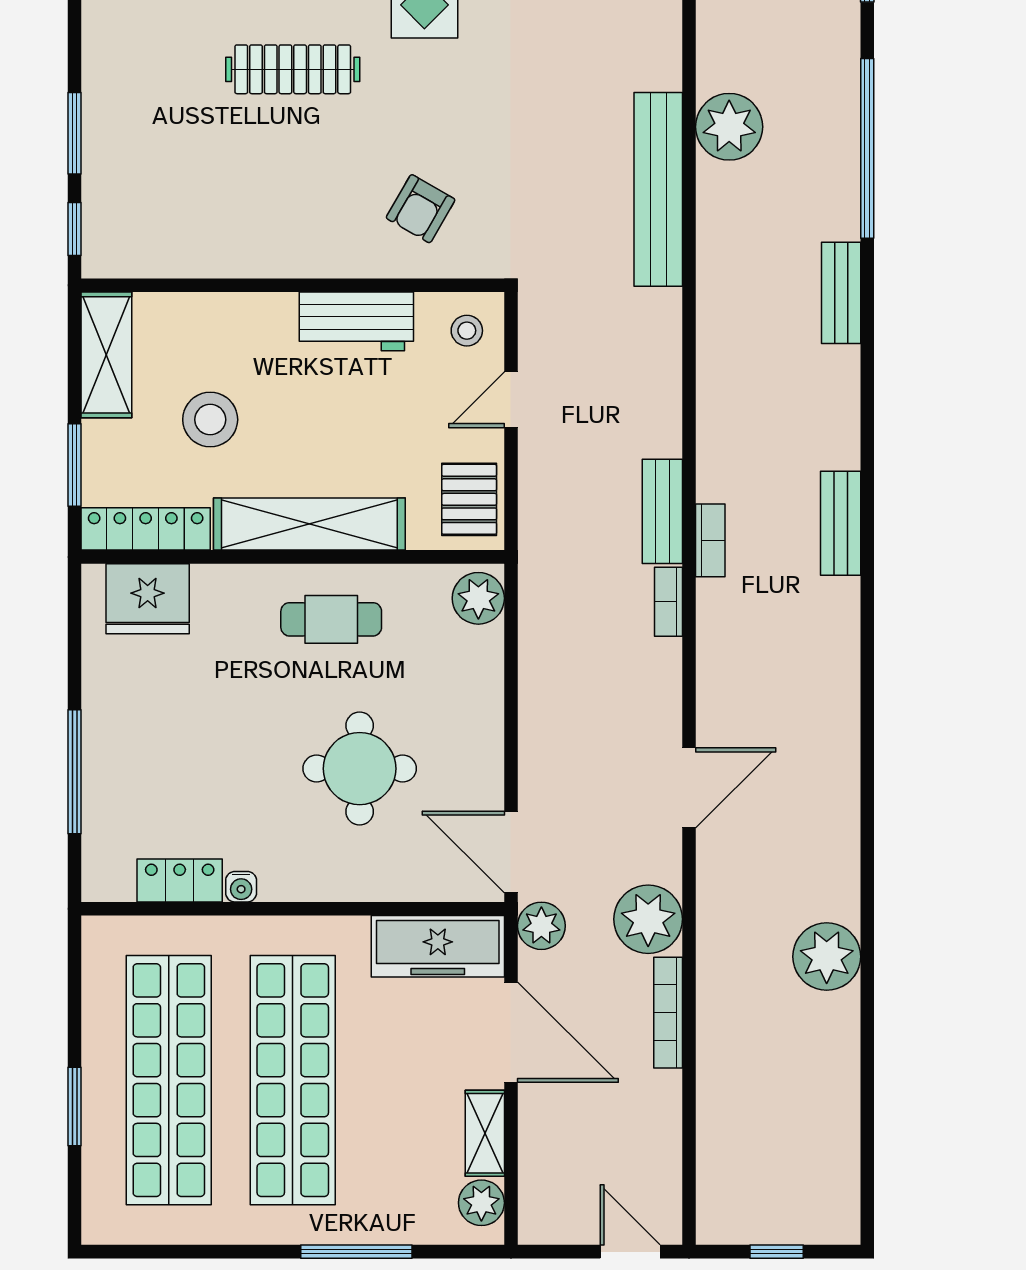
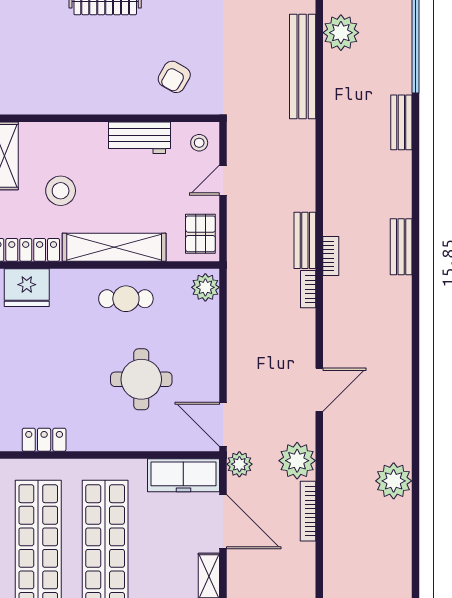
water cooler: (241, 887) -> (77, 443), removed

